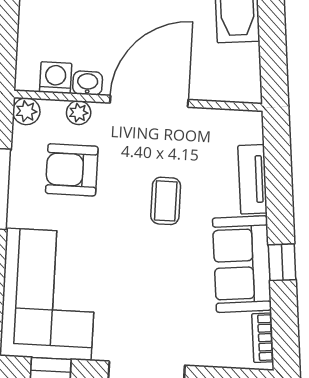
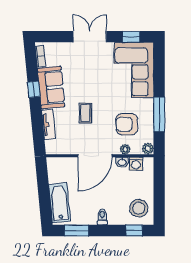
armchair: (72, 170) -> (127, 124), turned 180

